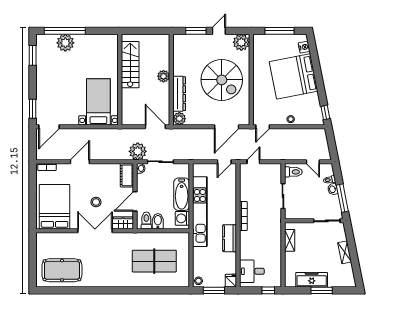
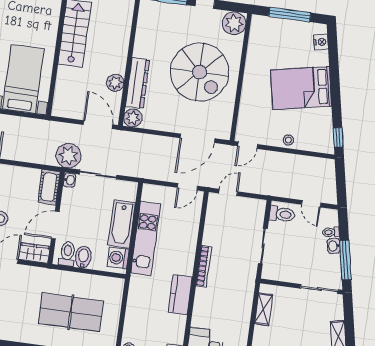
plant: (164, 76) -> (115, 83), moved
bed: (294, 76) -> (301, 88), width x0.73
kitchen unit: (200, 212) -> (146, 239), width x0.73

